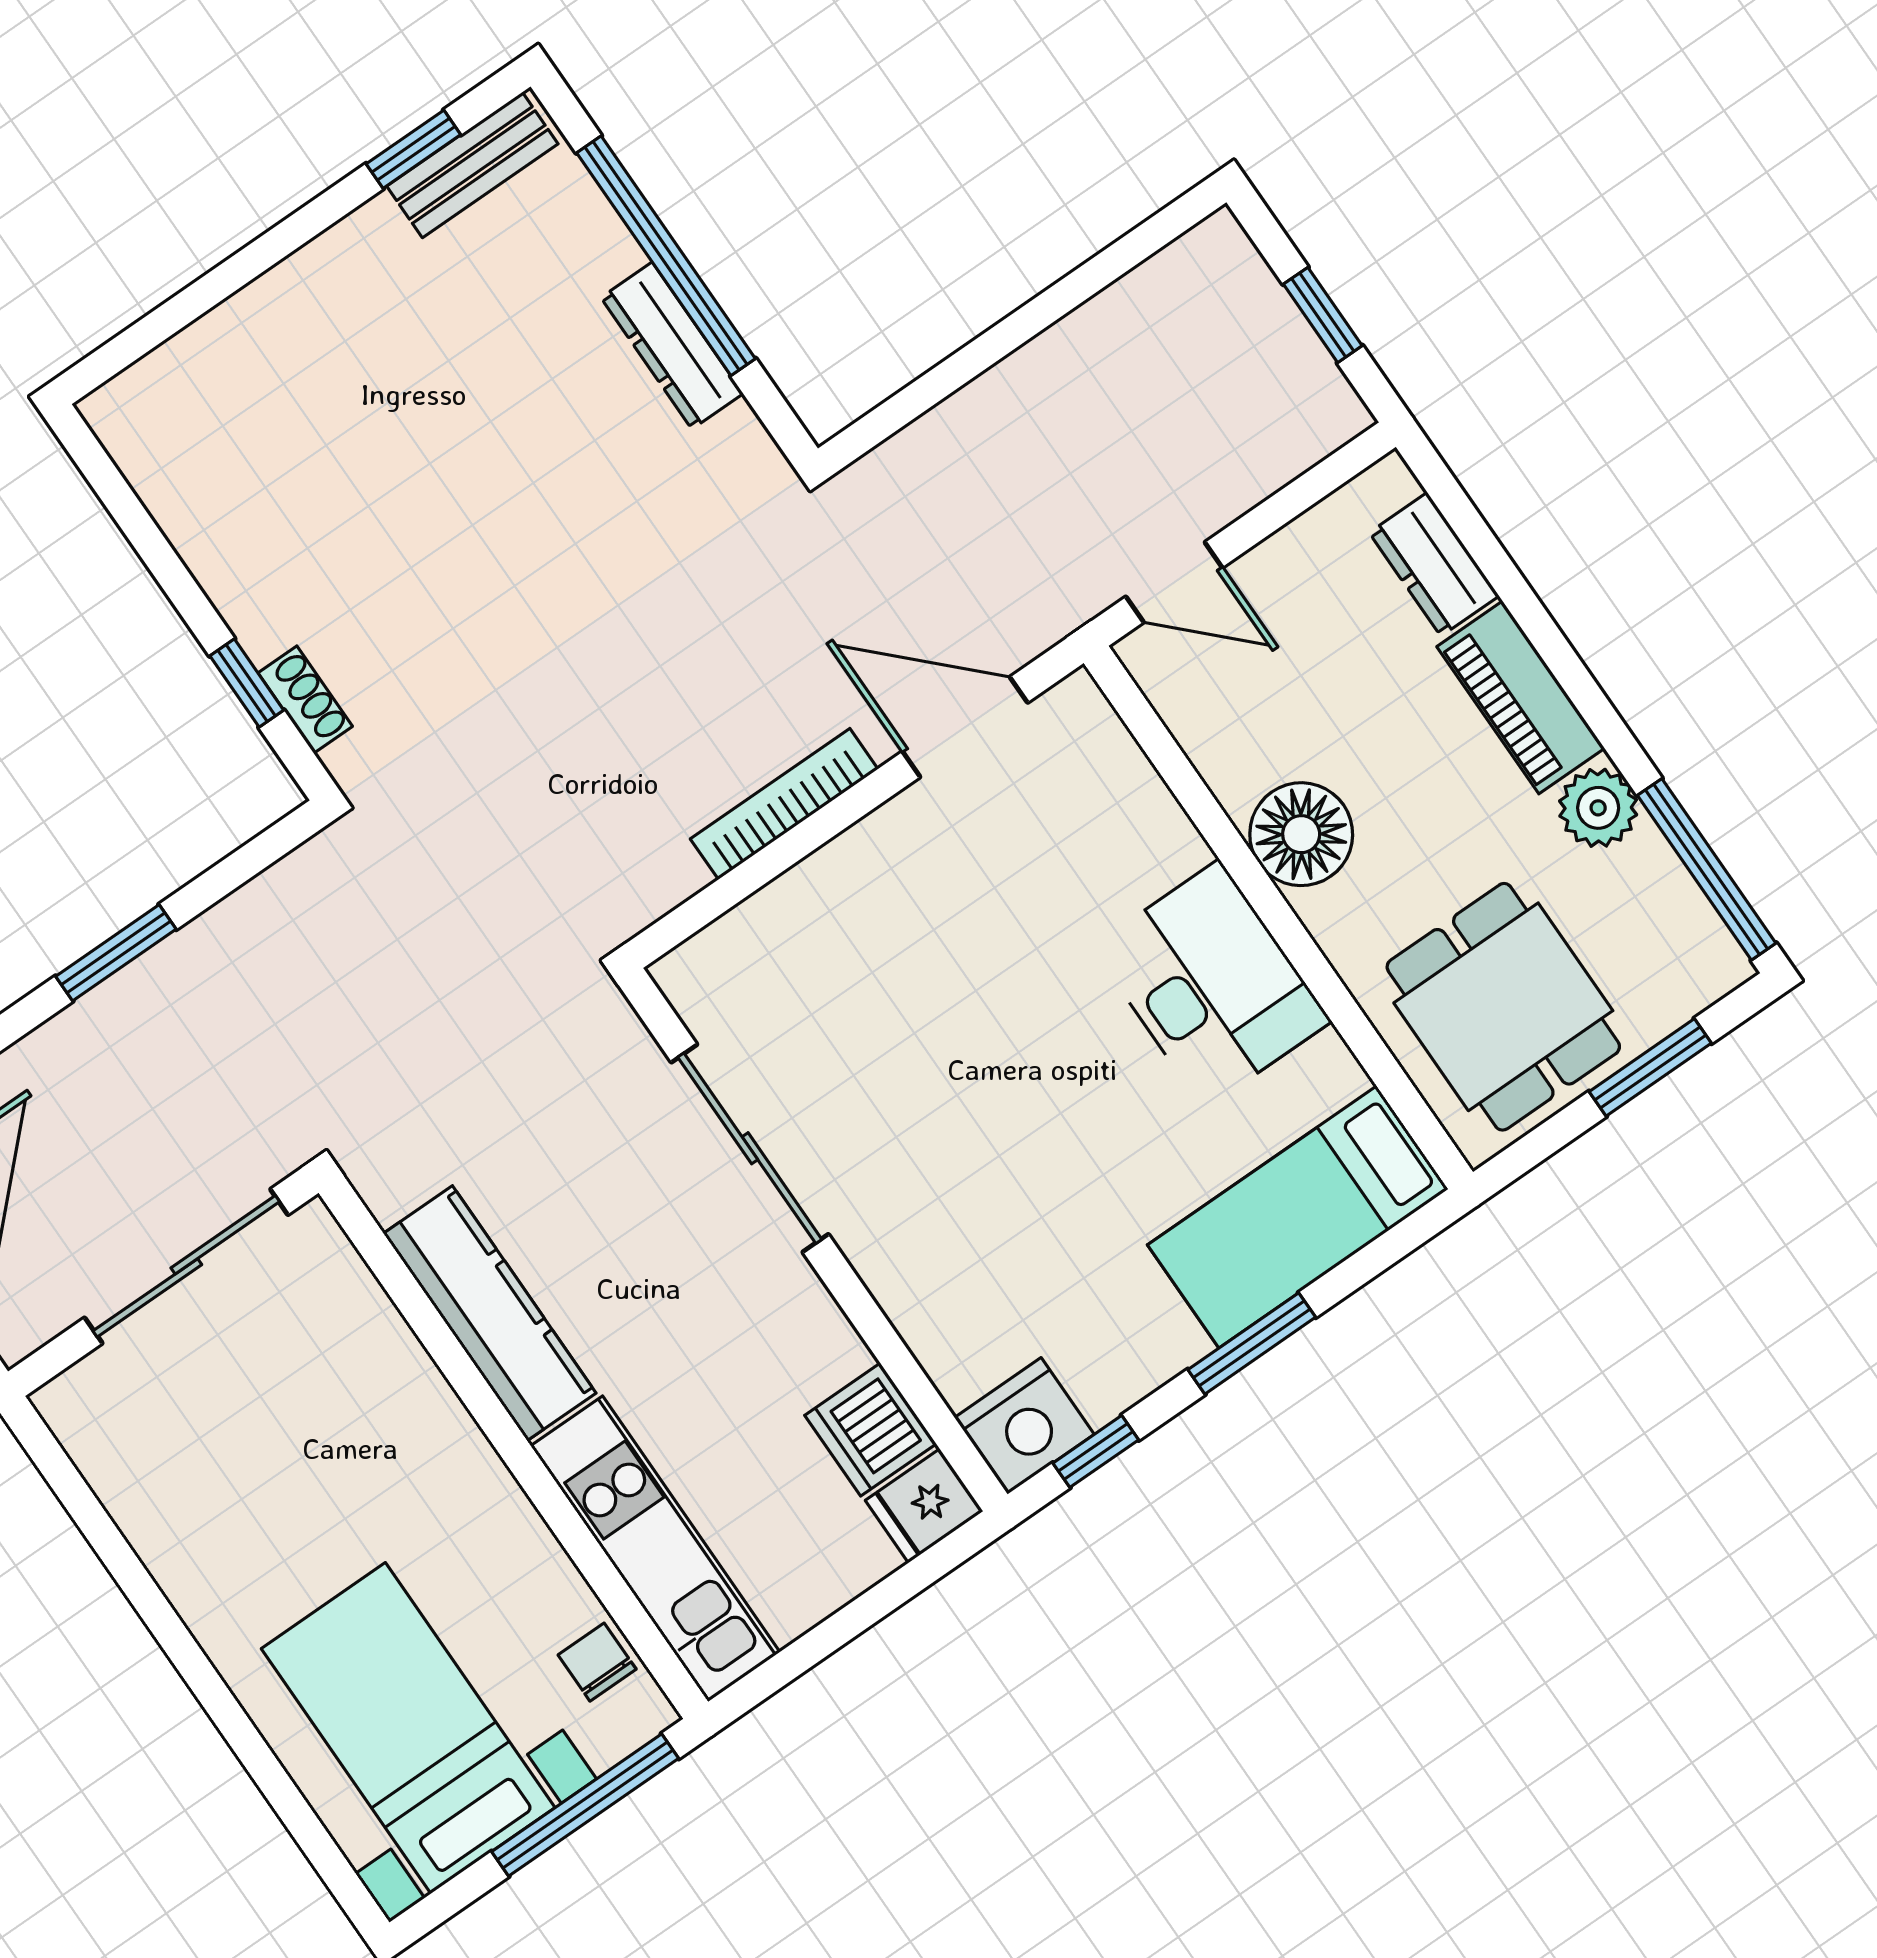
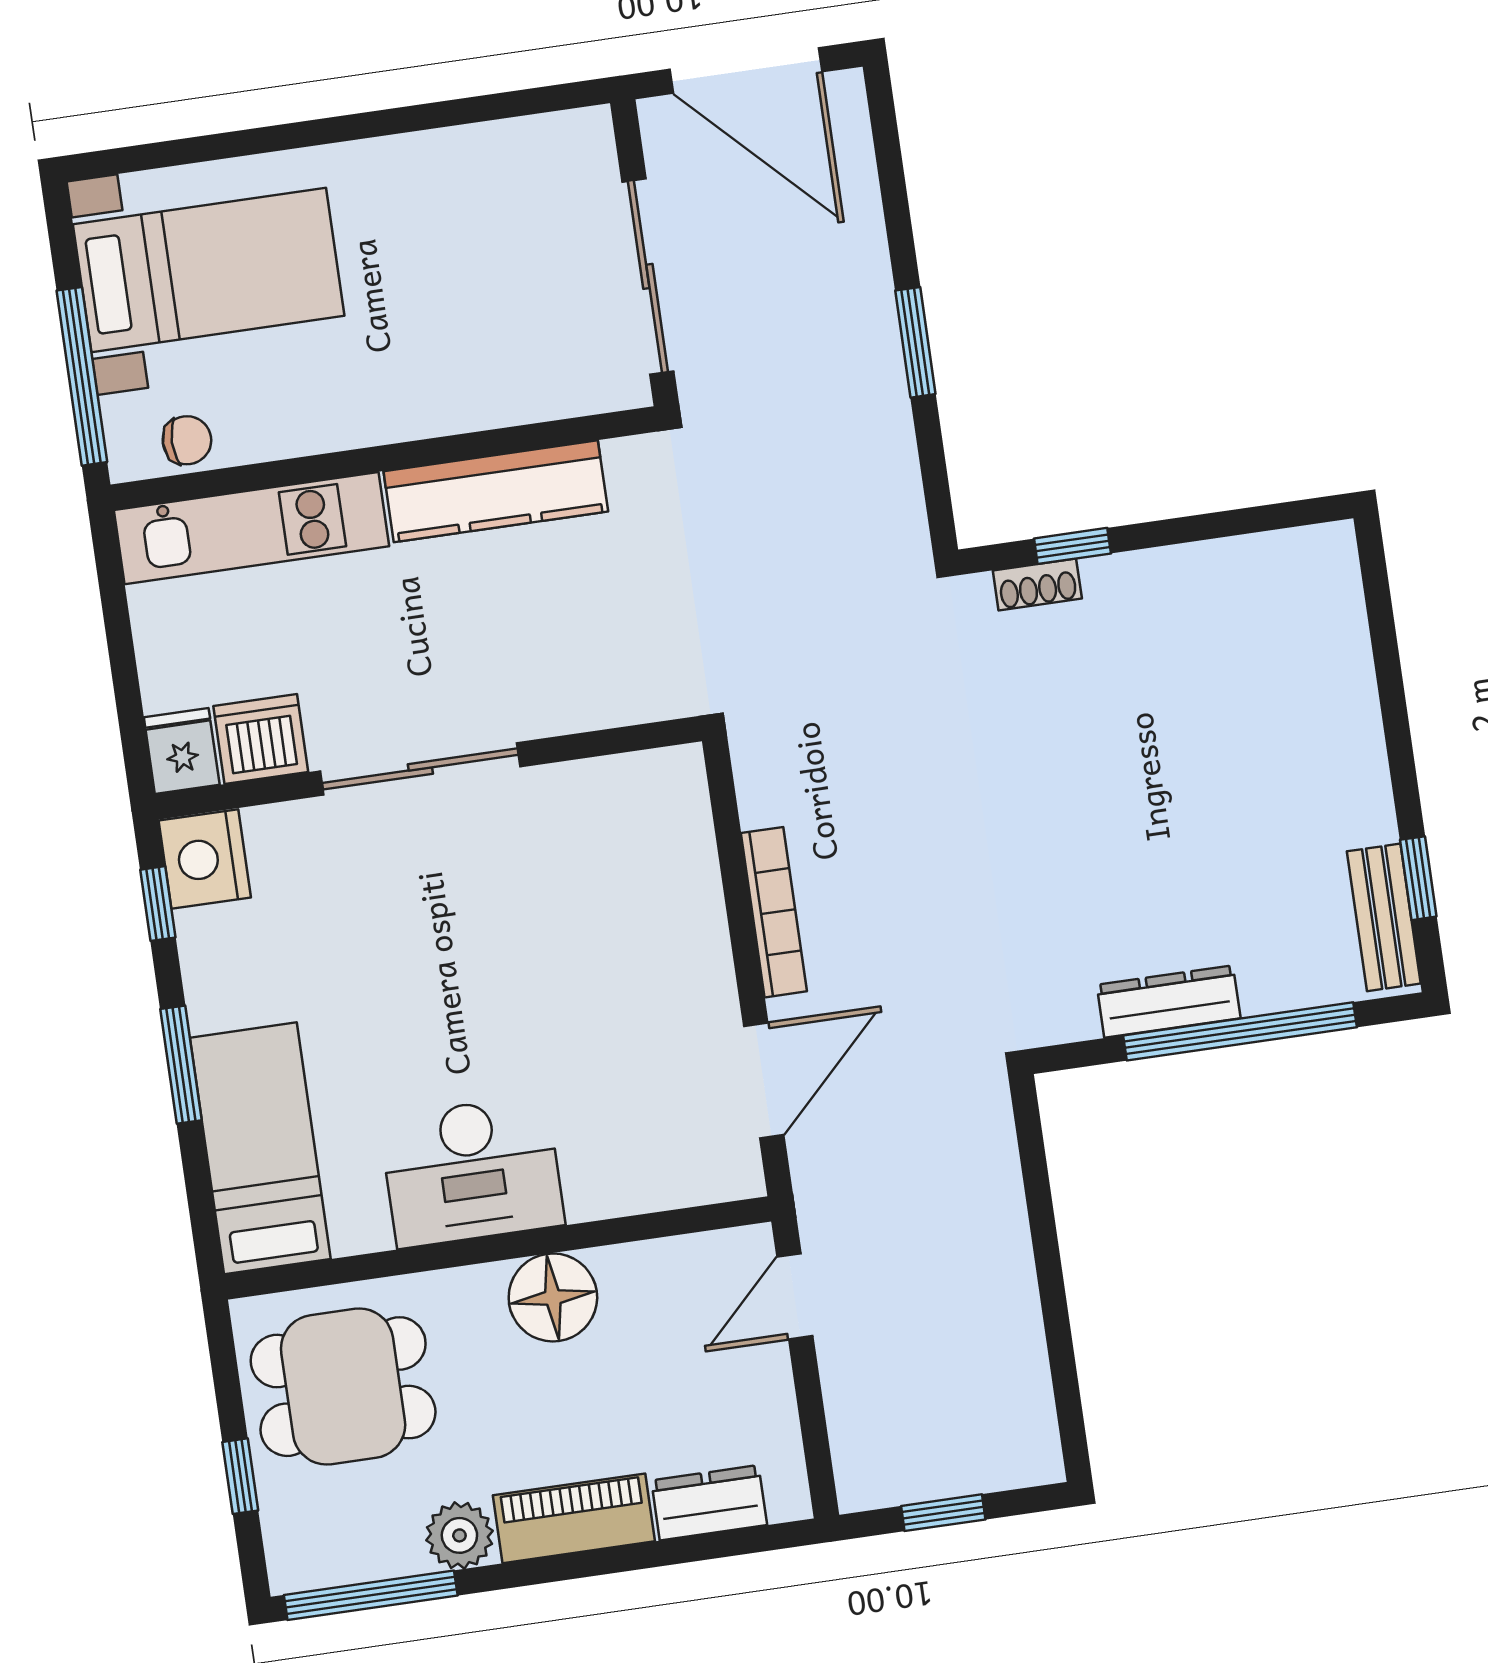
window: (1650, 1067) -> (240, 1476), width x0.67
sliding door: (750, 1148) -> (420, 769), moved

